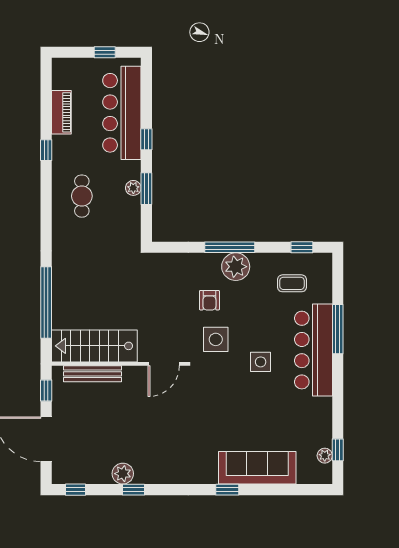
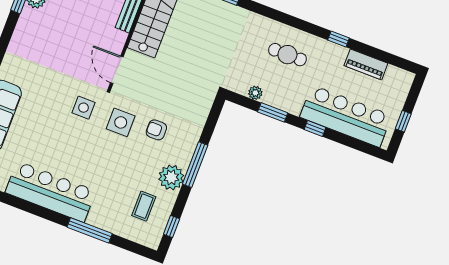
plant: (133, 188) -> (255, 93), moved
plant: (236, 267) -> (171, 177), moved
bar counter: (313, 350) -> (51, 192), moved
side table: (261, 362) -> (83, 108), moved

